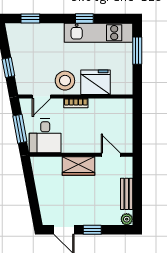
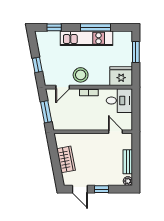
window: (84, 18) -> (95, 27), width x2.17
kitchen unit: (98, 33) -> (87, 38), moved
fridge: (95, 82) -> (121, 76), moved
desk: (45, 136) -> (119, 101), moved, turned -90
wardrobe: (78, 166) -> (66, 159), moved, turned -101

